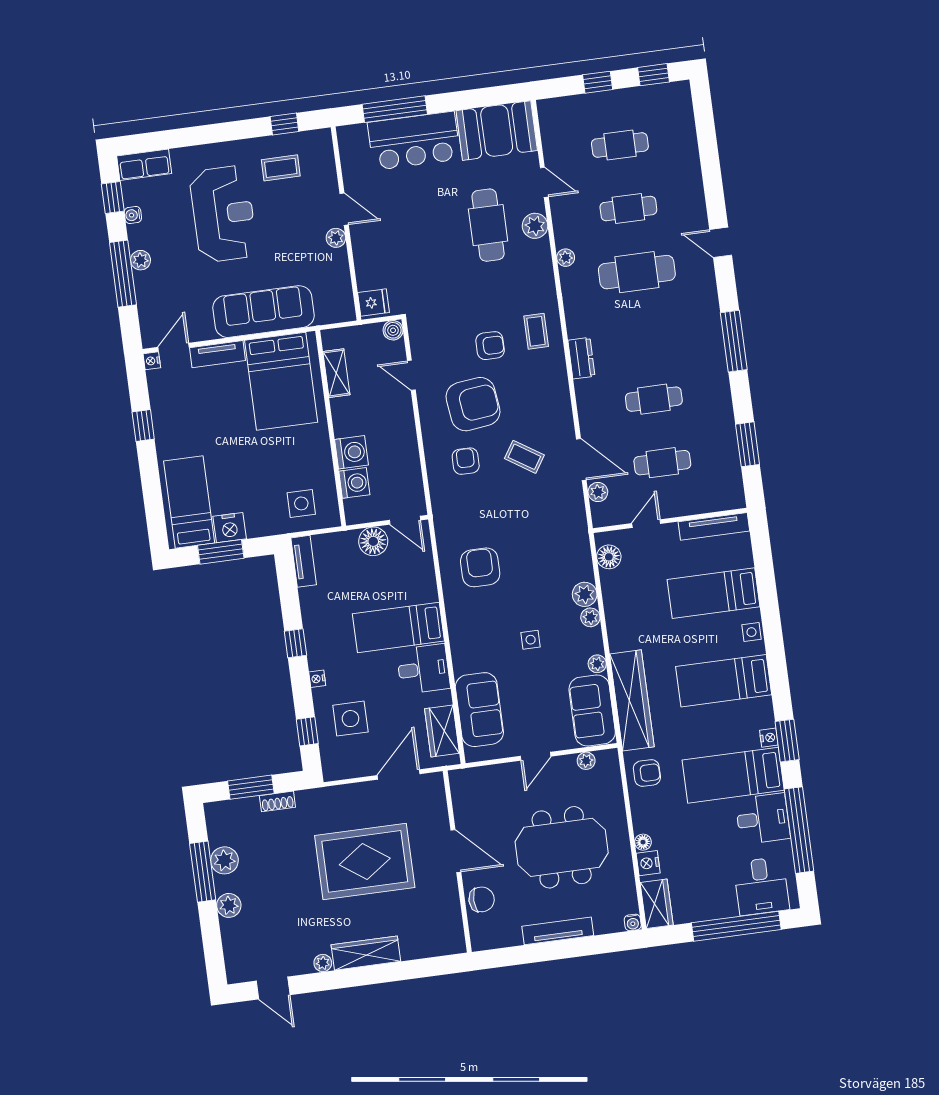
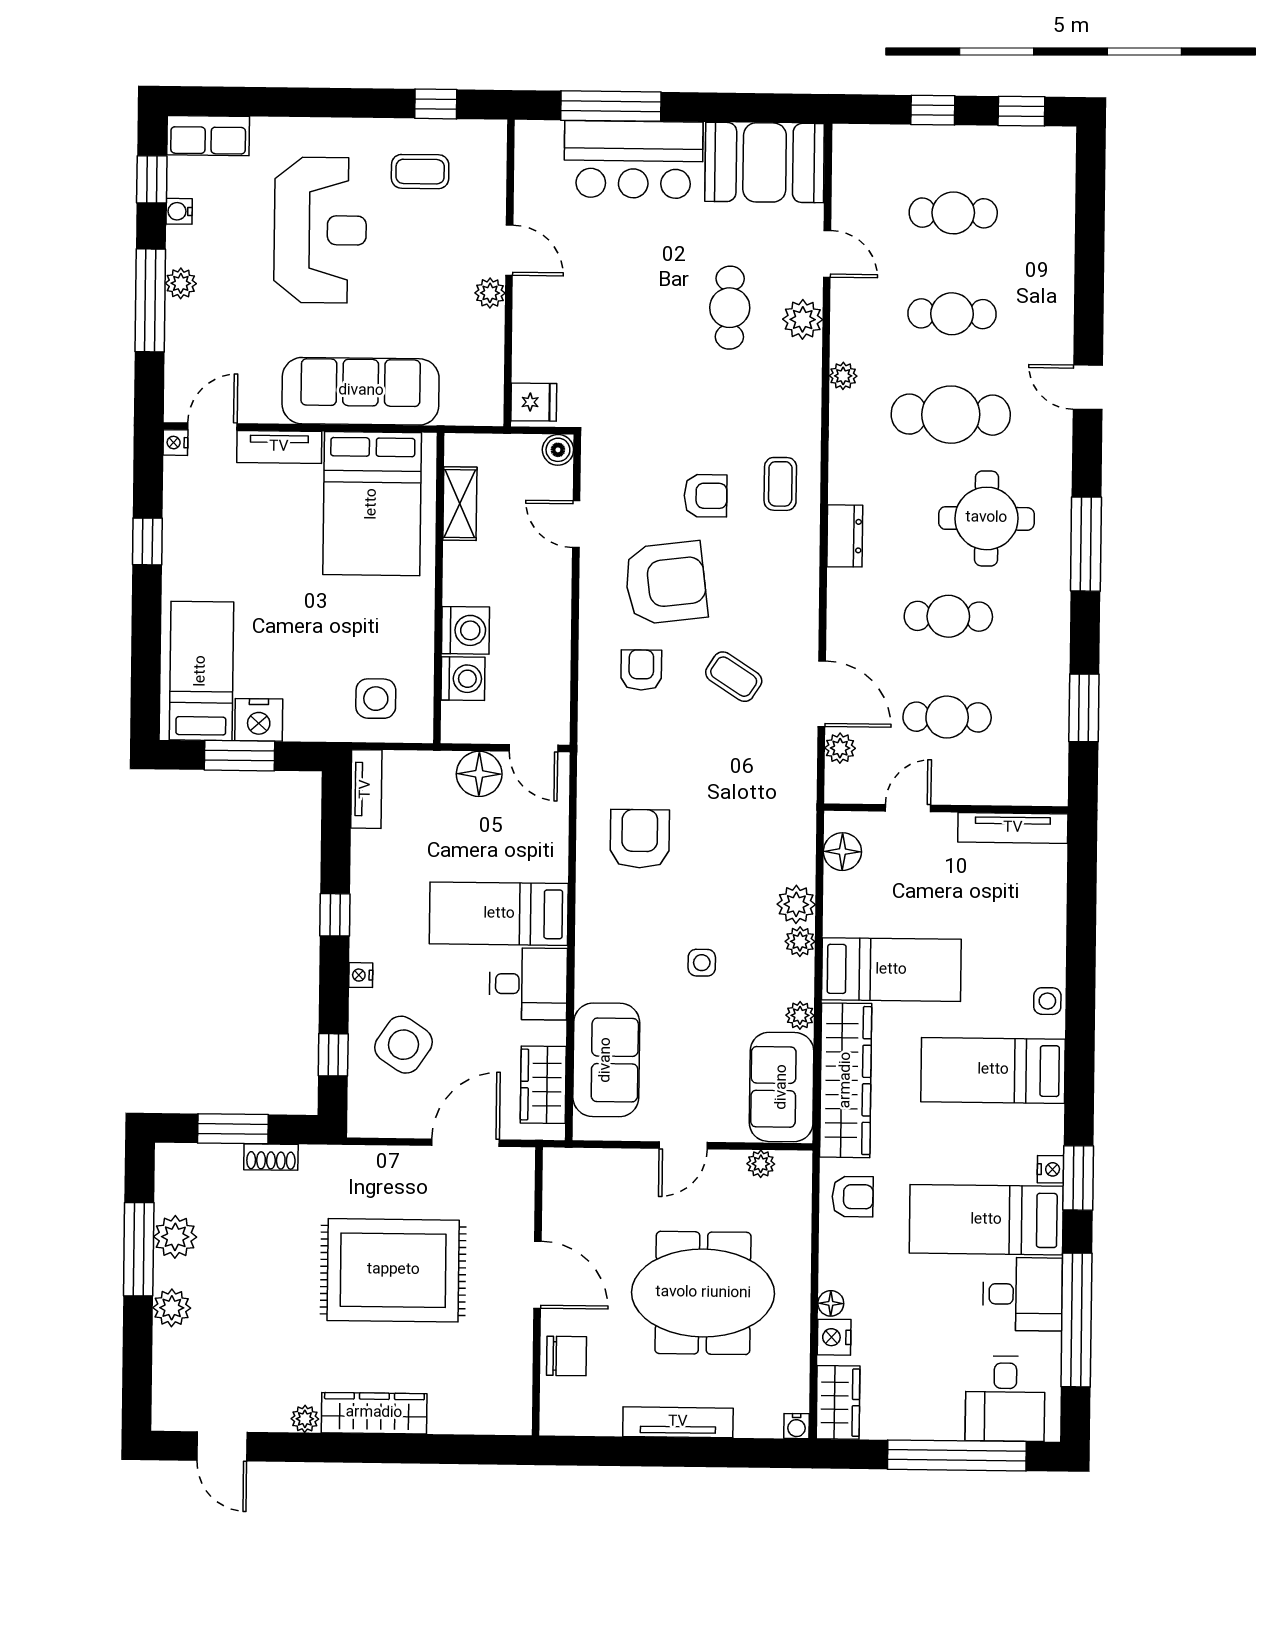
cafe table: (488, 225) -> (730, 308), width x0.73, depth x0.74
round table: (669, 334) -> (986, 518), added
bed: (713, 593) -> (891, 970), moved, turned 180
side table: (350, 719) -> (403, 1045), turned 34

